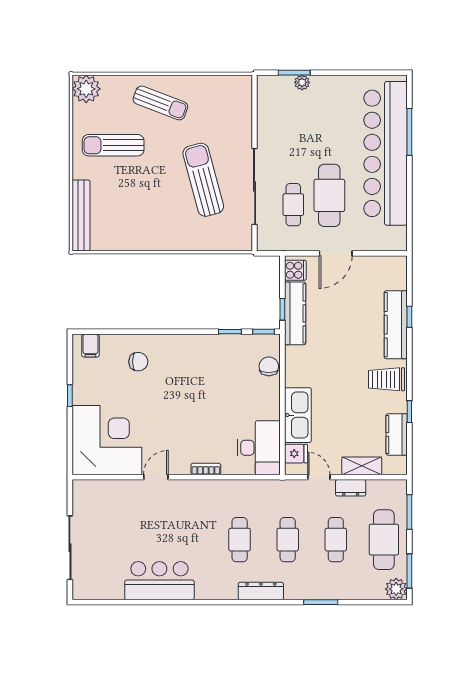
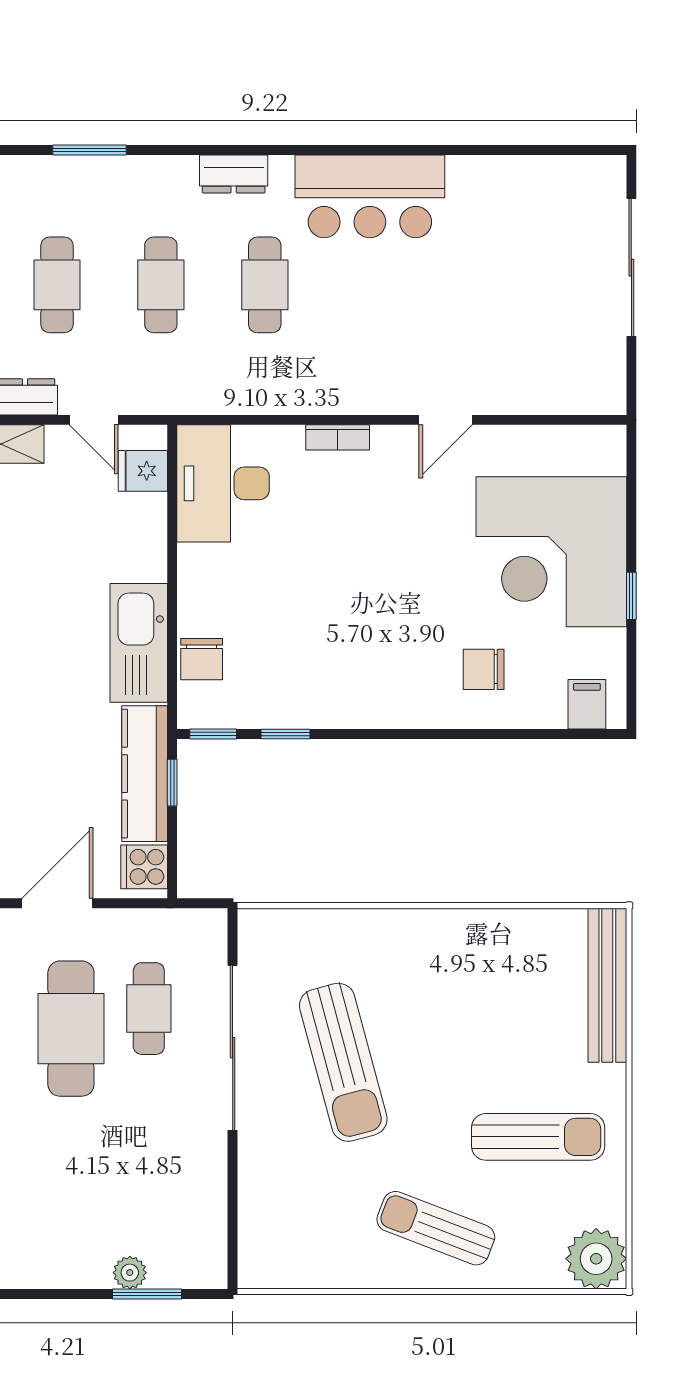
kitchen sink: (298, 415) -> (139, 643), moved
corner desk: (107, 440) -> (551, 552), moved
bar counter: (159, 581) -> (370, 196), moved
dresser: (261, 591) -> (234, 174), width x0.70

